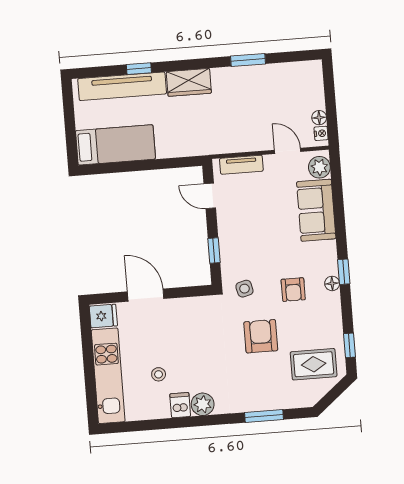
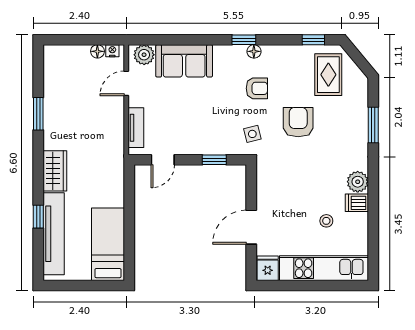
armchair: (261, 336) -> (298, 122), turned 90

